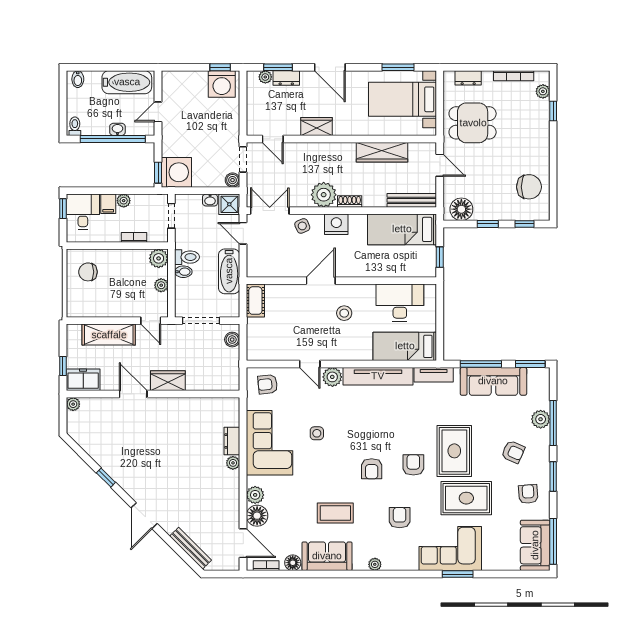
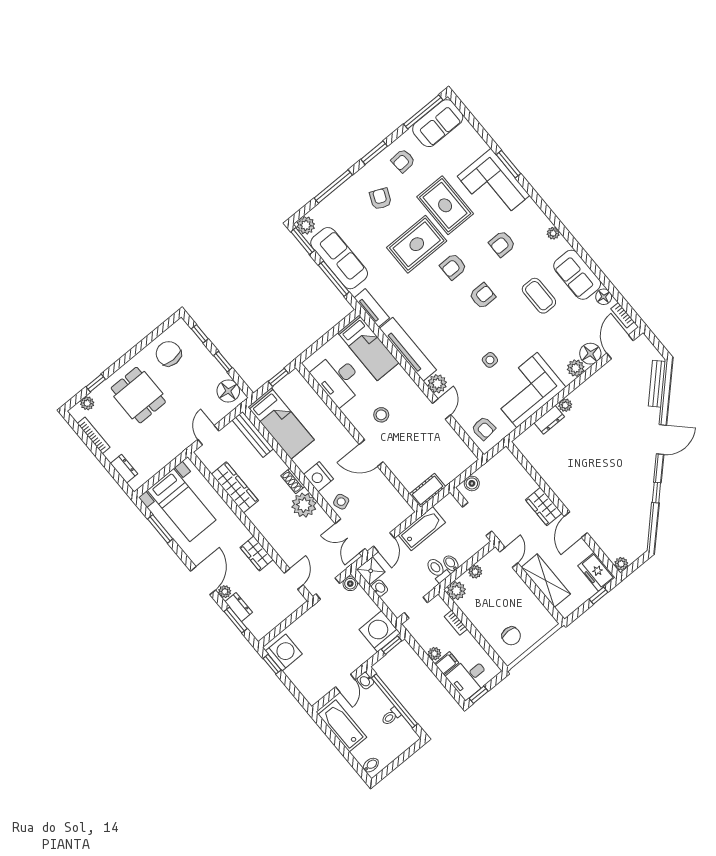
plant: (265, 77) -> (225, 592), moved
door: (158, 112) -> (345, 683), hinge flipped
dining table: (473, 123) -> (138, 395), moved
toilet: (75, 126) -> (391, 716), moved
washbasin: (117, 129) -> (365, 681), moved
plant: (541, 419) -> (306, 225), moved

